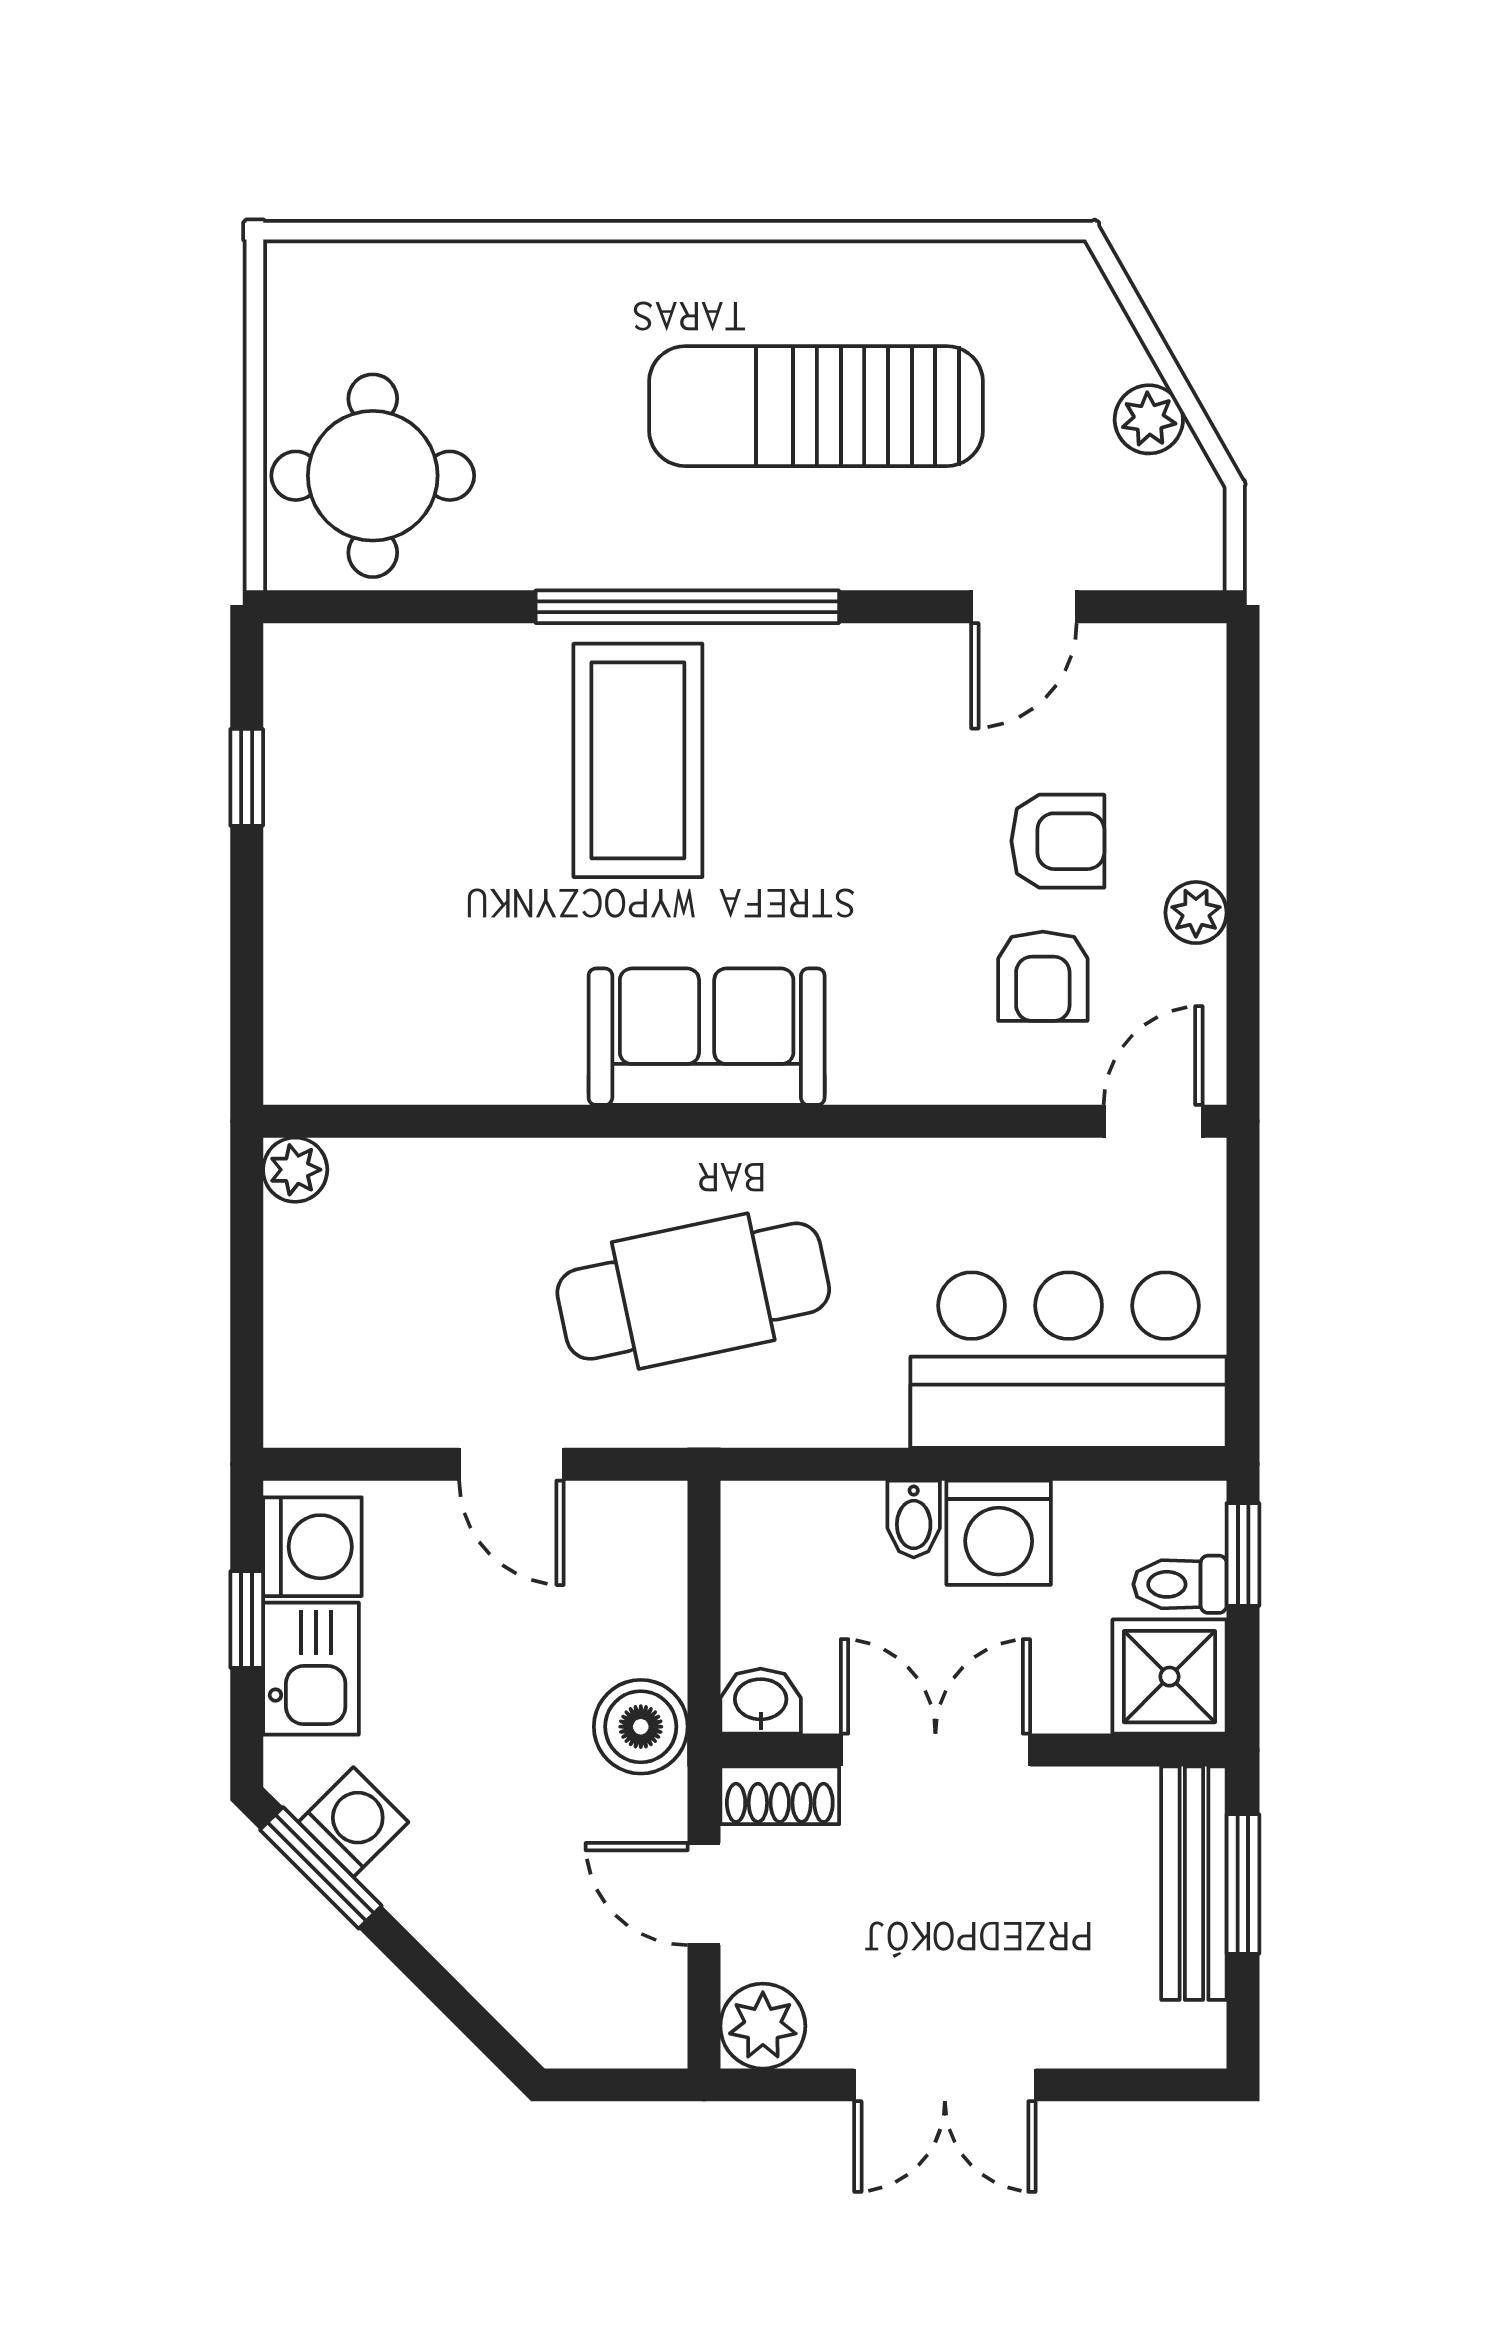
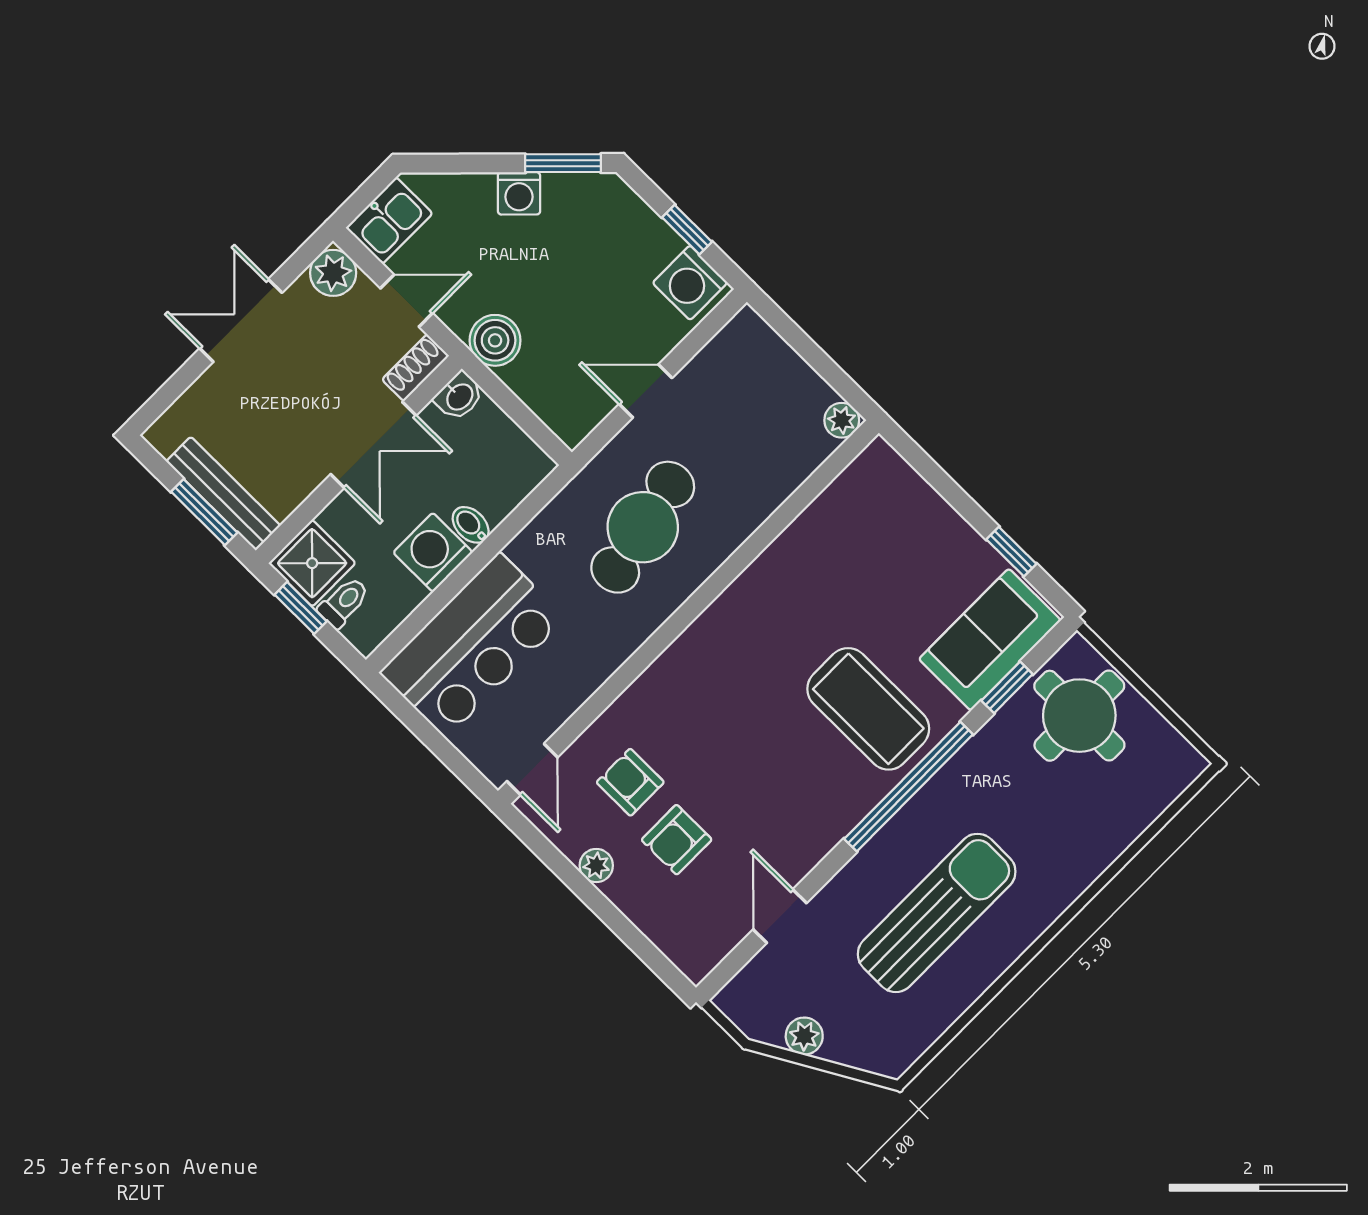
window: (430, 607) -> (1007, 687), added
sofa: (707, 1037) -> (990, 640), moved, turned 180
window: (1243, 1554) -> (301, 608), moved
kitchen sink: (311, 1669) -> (389, 221), moved, turned -90
washing machine: (353, 1822) -> (519, 193), moved

